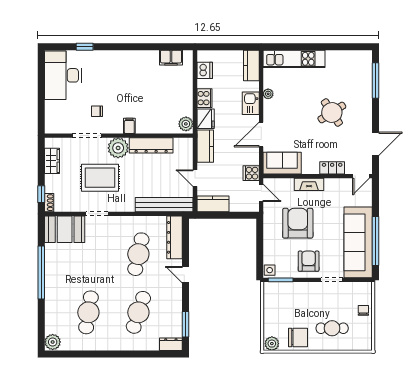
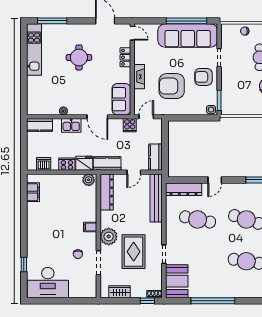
kitchen unit: (294, 59) -> (34, 50), moved
round table: (332, 112) -> (79, 57), turned 33
dresser: (151, 145) -> (107, 192), moved

